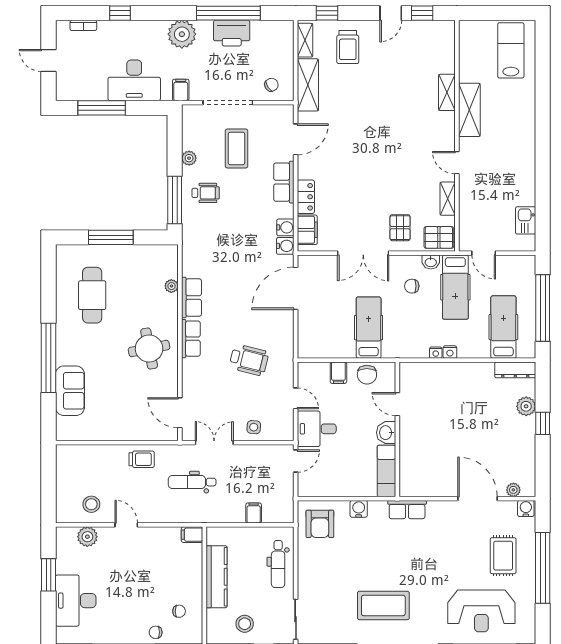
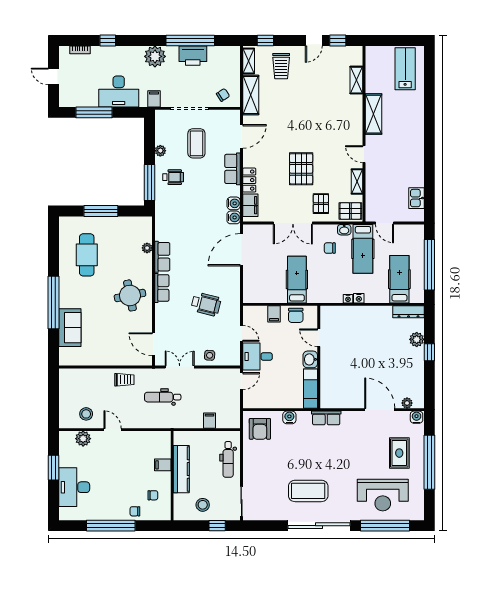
shelving: (447, 92) -> (356, 80), moved
pallet: (374, 182) -> (301, 169), added
filing cabinet: (192, 535) -> (163, 465), moved

